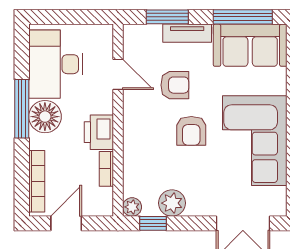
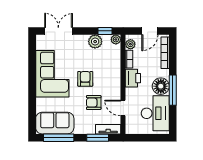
tv unit: (187, 33) -> (108, 129), moved
plant: (104, 198) -> (130, 44), added

